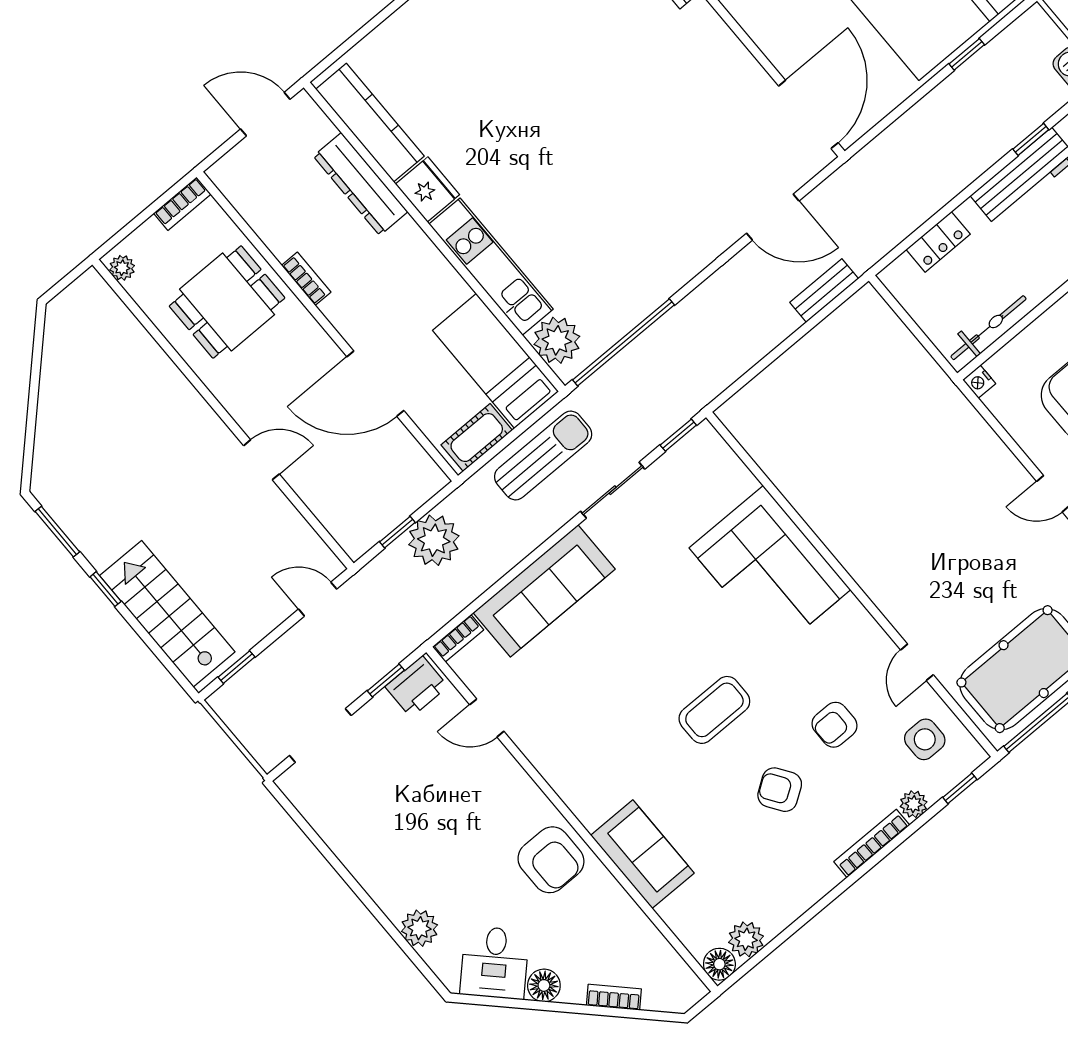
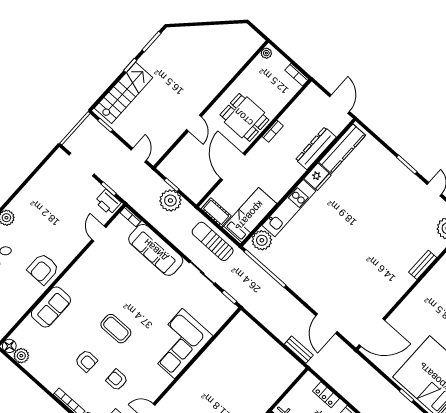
dining table: (227, 302) -> (244, 117), moved
sun lounger: (543, 456) -> (213, 241), turned 180
armchair: (780, 790) -> (86, 361), turned 126

